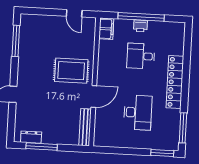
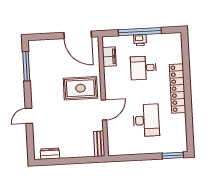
door: (74, 13) -> (78, 35), width x1.88
filing cabinet: (106, 29) -> (109, 57), moved
bench: (85, 127) -> (99, 144), width x0.73
window: (183, 128) -> (189, 130), removed
window: (42, 147) -> (61, 161), removed

